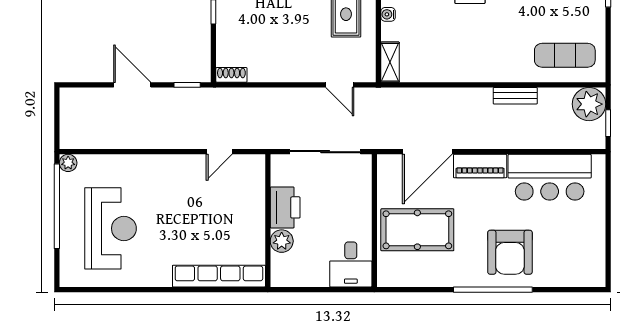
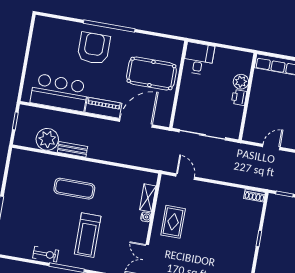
exercise mat: (565, 55) -> (74, 189), moved
shelving: (390, 62) -> (148, 198), moved
plant: (589, 104) -> (47, 139), moved
printer: (285, 207) -> (239, 97), width x0.53, depth x0.68

